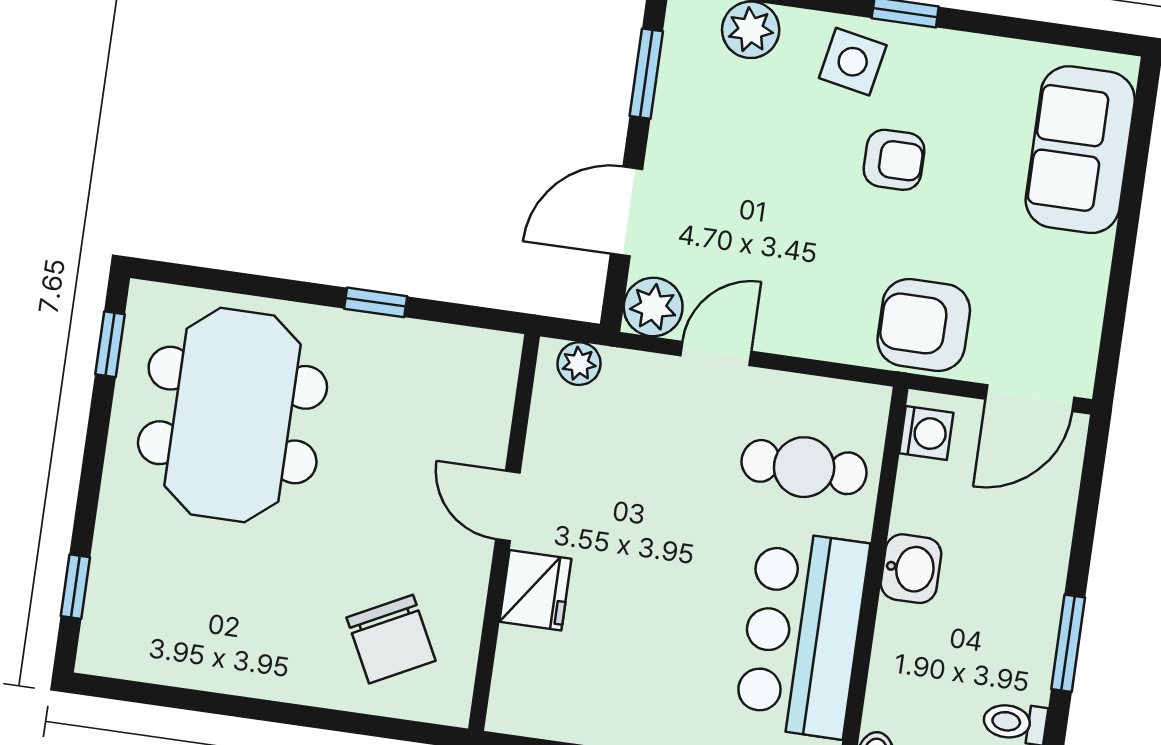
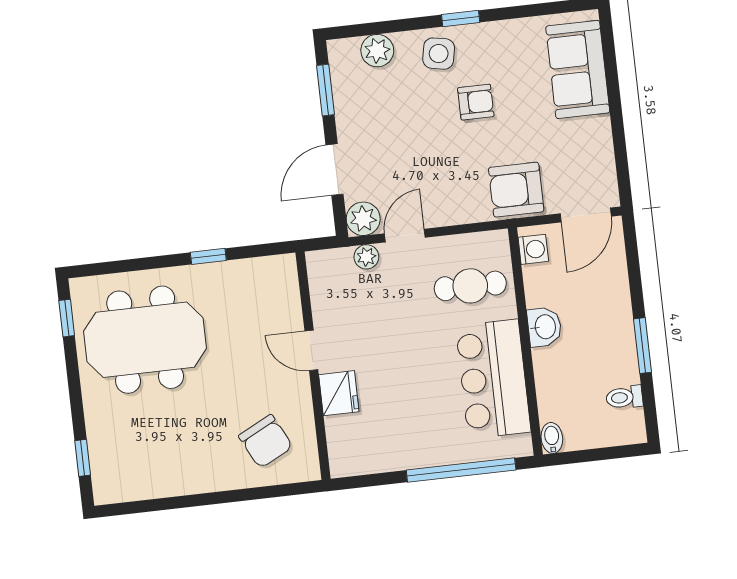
plant: (579, 364) -> (366, 257), moved
meeting table: (233, 415) -> (145, 340), turned 90

